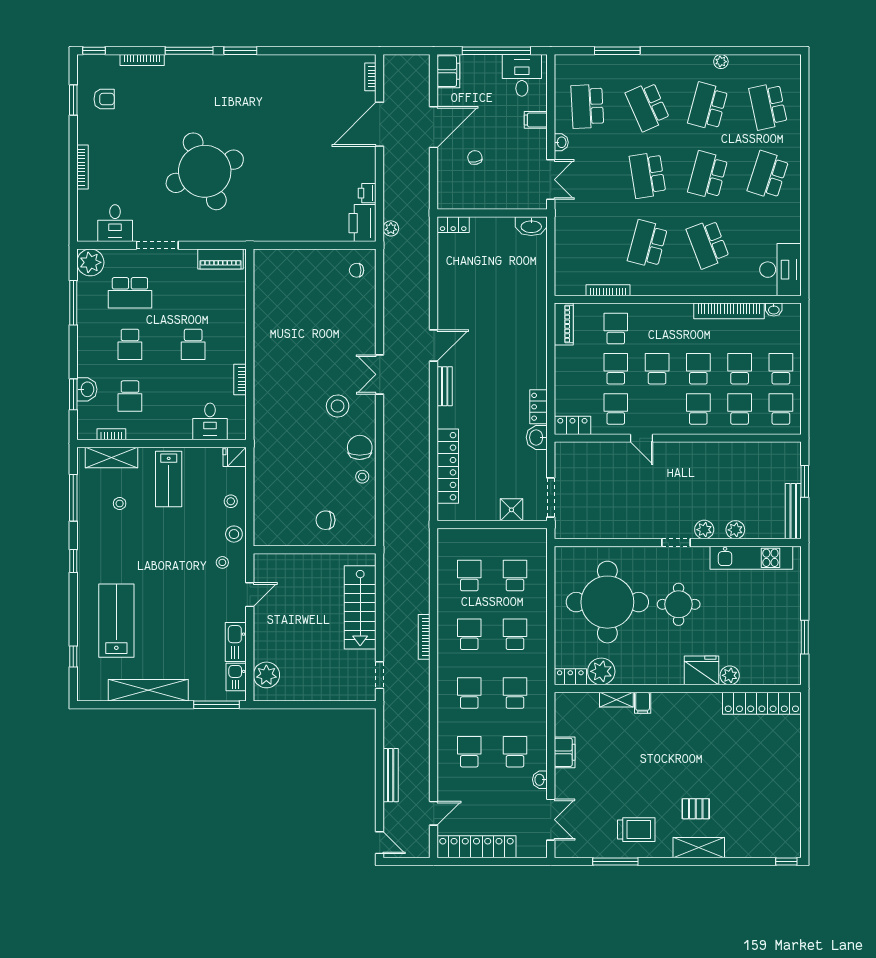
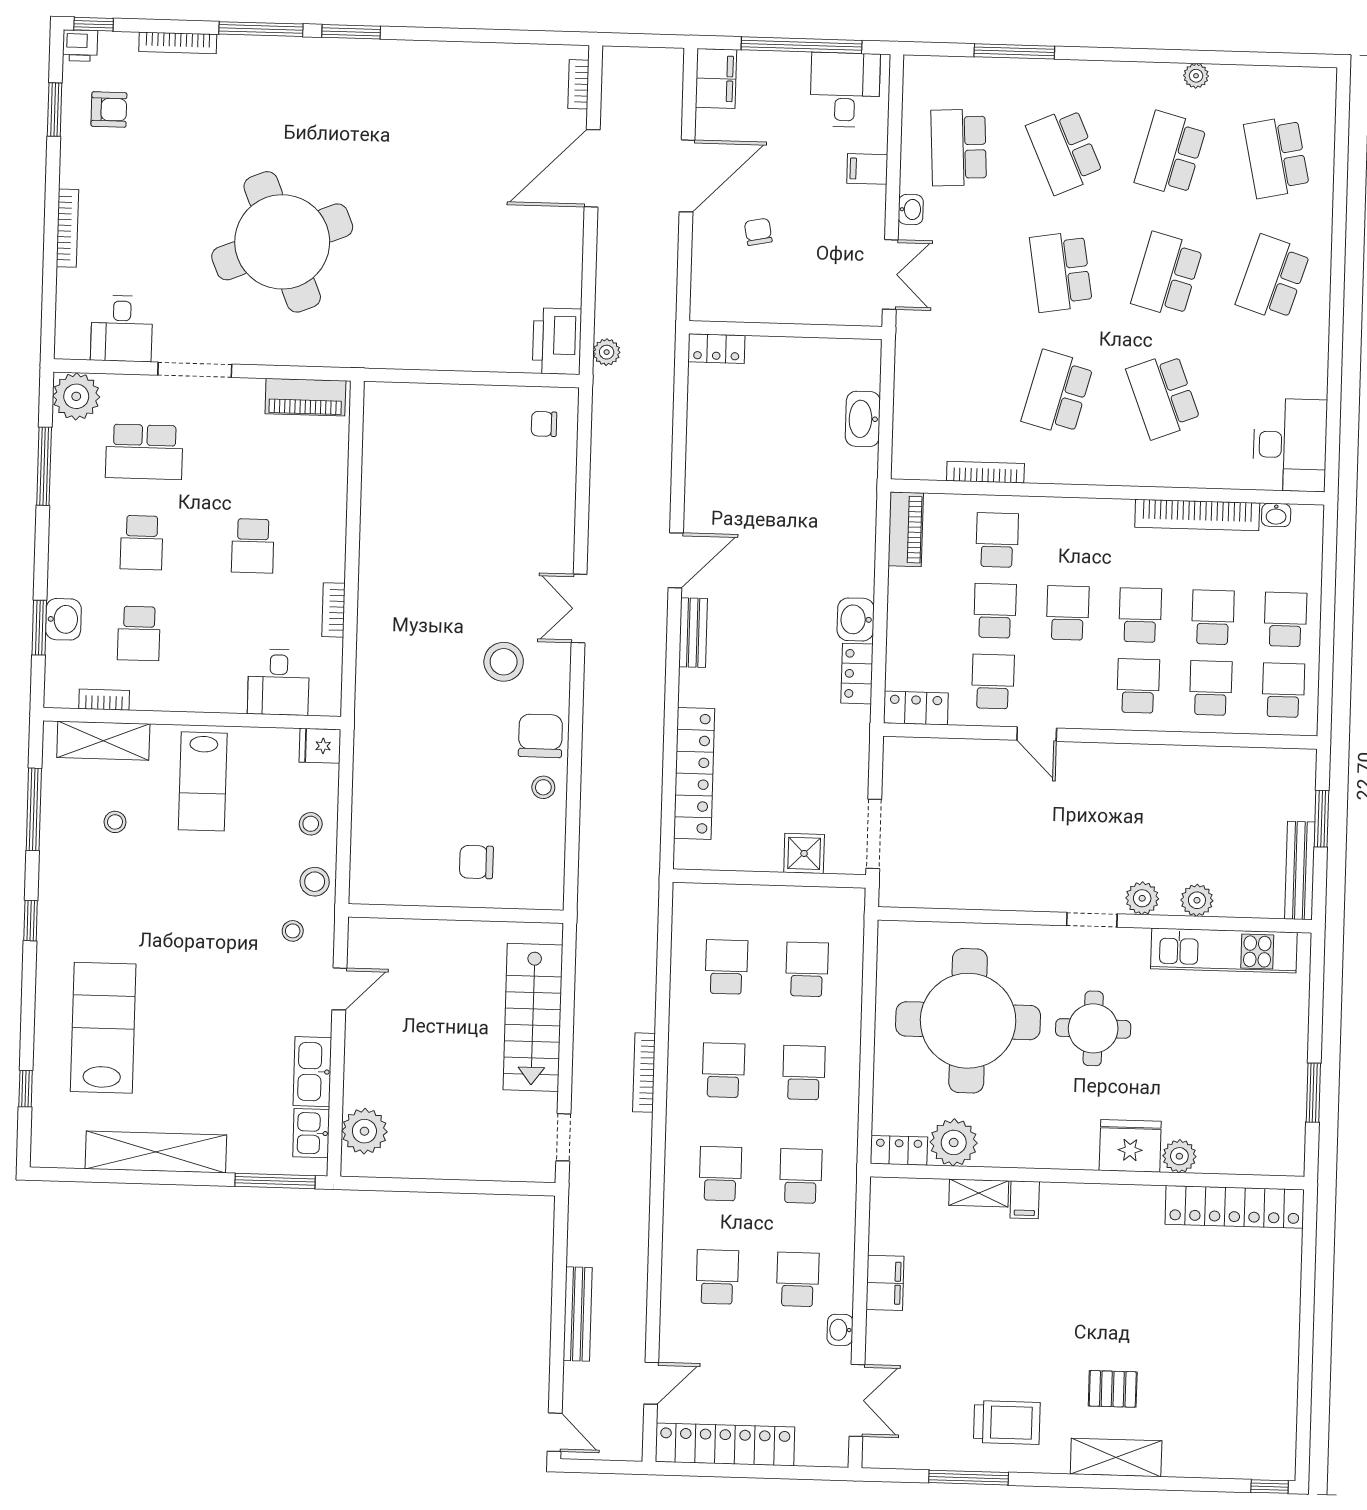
printer: (367, 193) -> (80, 46), moved, turned -90
washbasin: (531, 226) -> (863, 419), moved, turned 90
washbasin: (537, 437) -> (856, 619), moved

